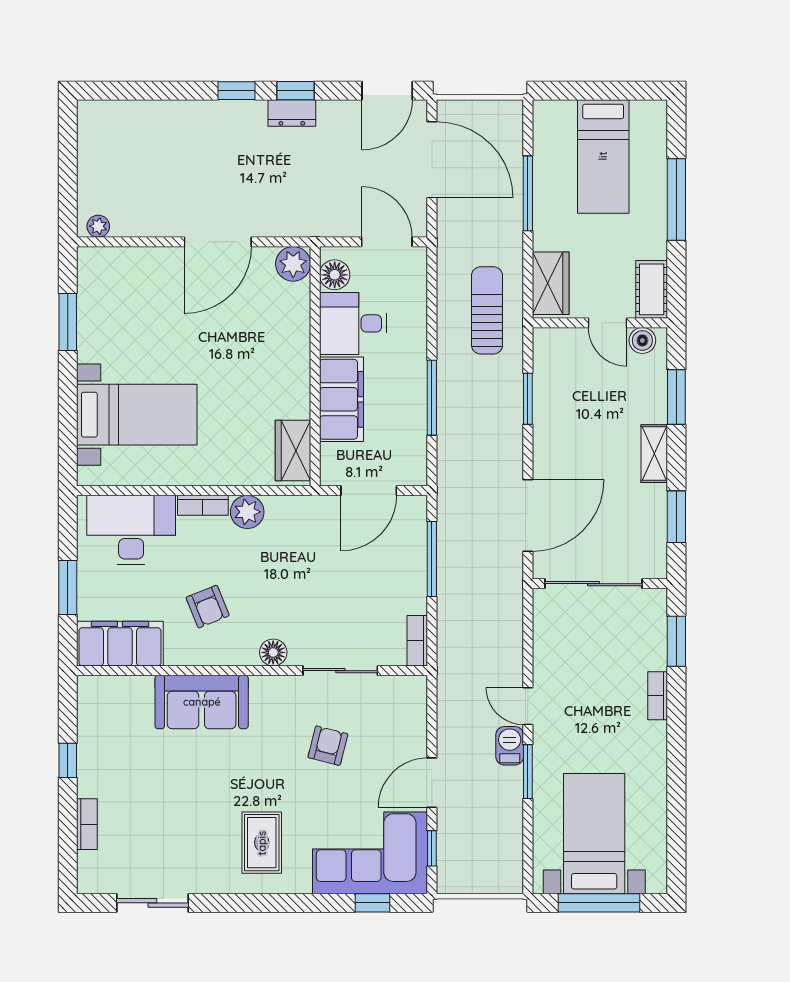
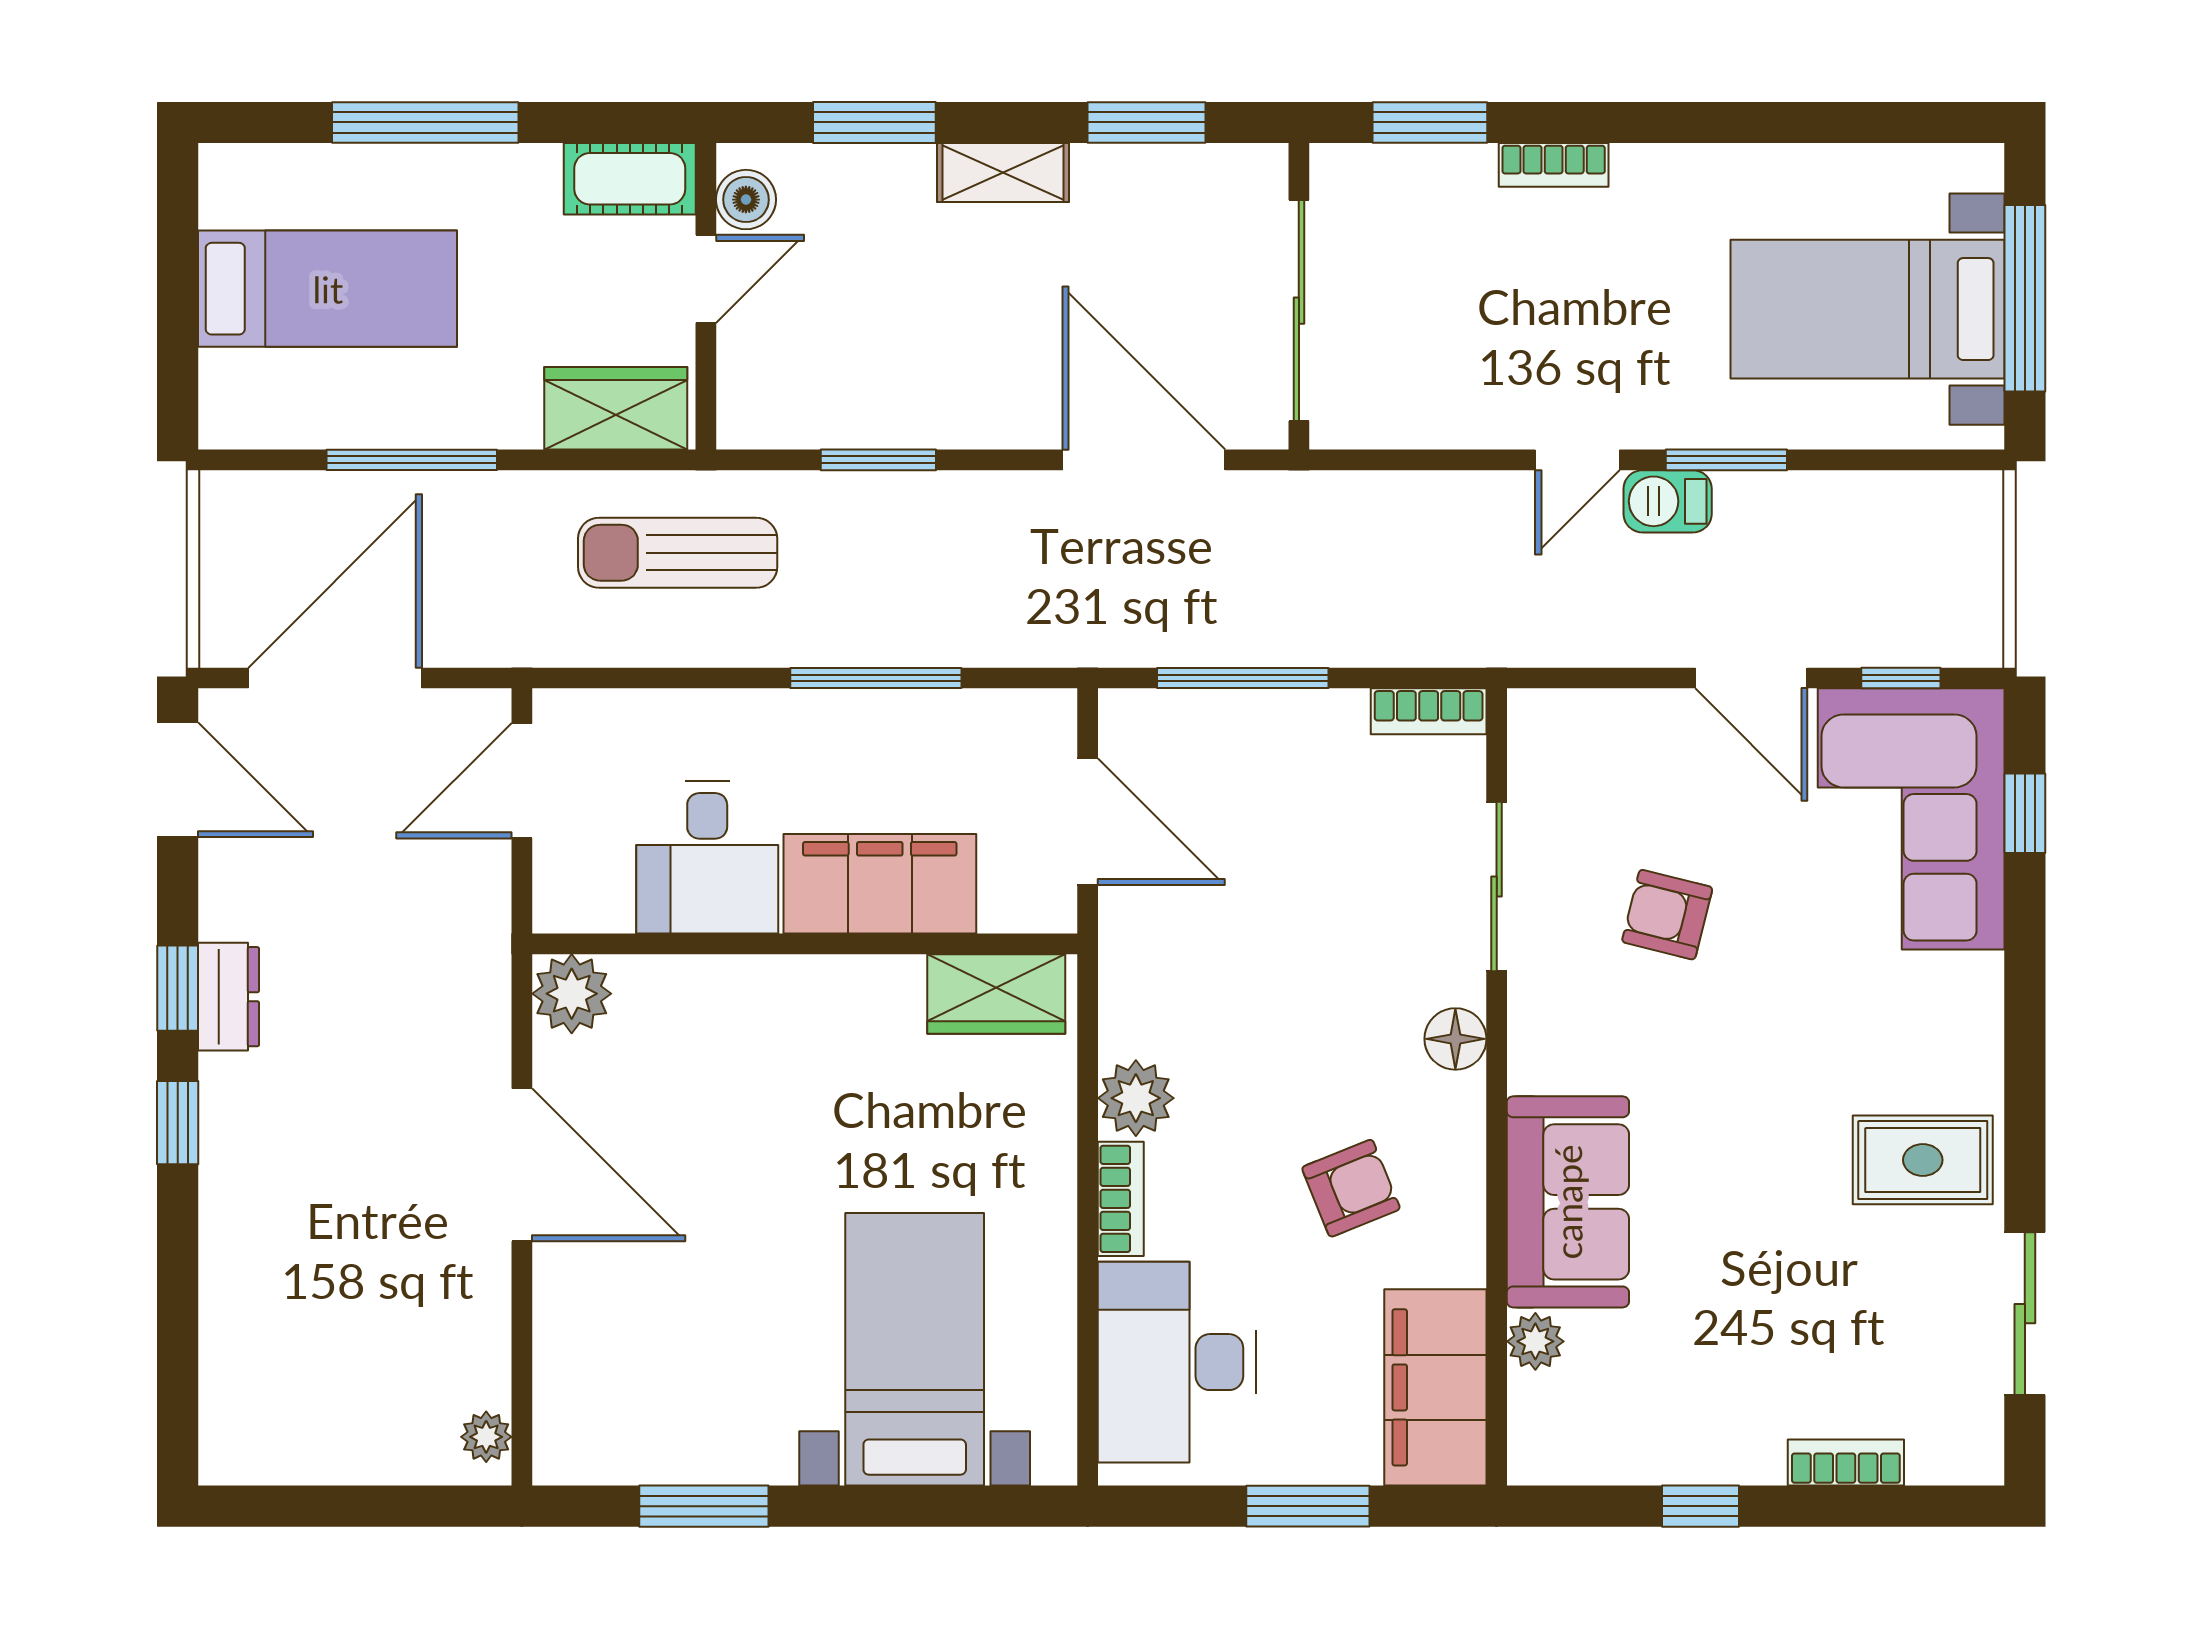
floor lamp: (335, 275) -> (597, 899), removed
plant: (140, 688) -> (1535, 1341), added
rug: (262, 843) -> (1923, 1160), moved

